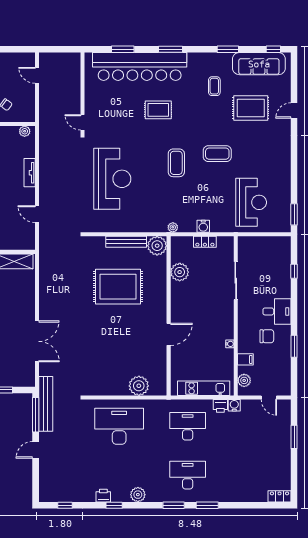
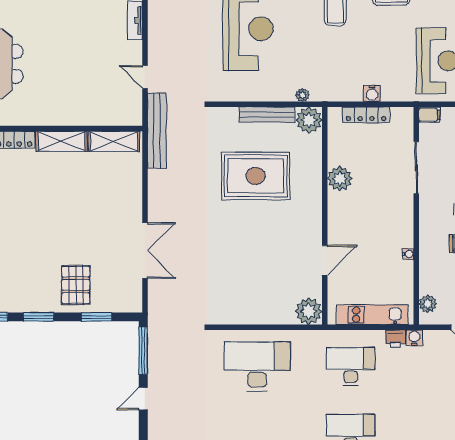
plant: (173, 227) -> (302, 95), moved
locker: (205, 242) -> (366, 115), width x1.53
plant: (180, 272) -> (340, 179), moved
door: (169, 334) -> (325, 260), moved
filing cabinet: (245, 359) -> (429, 115), moved
plant: (139, 386) -> (309, 311), moved
bench: (46, 404) -> (157, 131), moved

